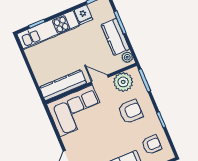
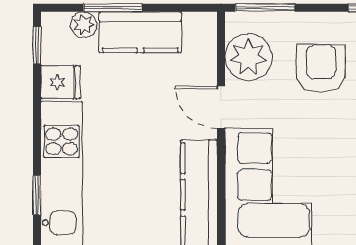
plant: (127, 57) -> (84, 25), moved
door: (100, 80) -> (221, 107), hinge flipped

